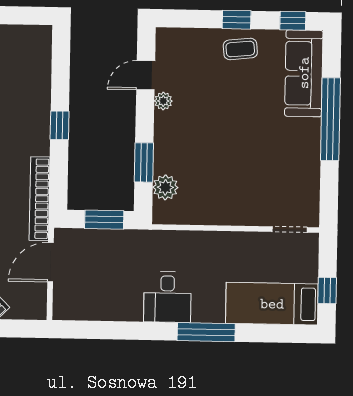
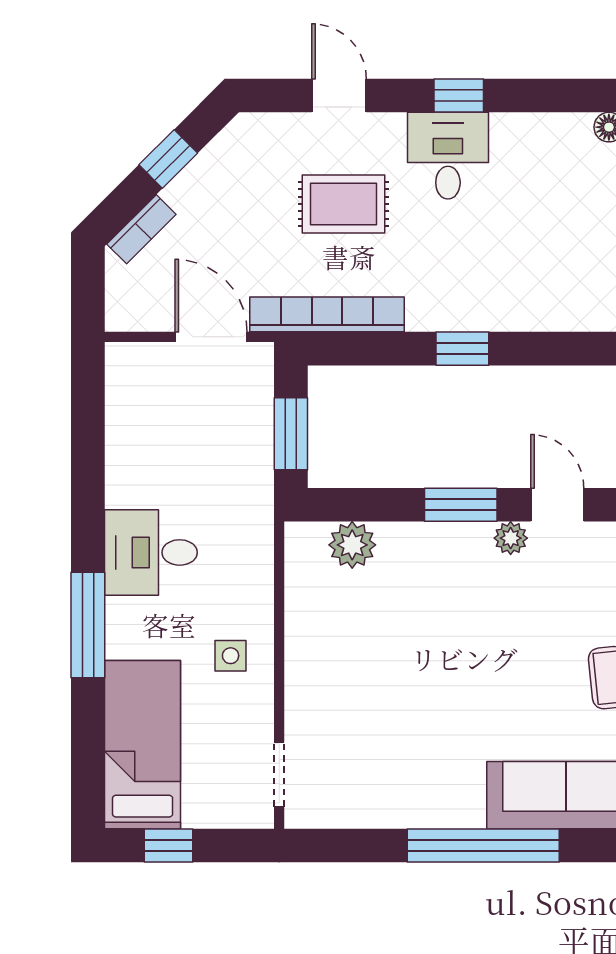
window: (144, 162) -> (461, 505), moved
side table: (224, 255) -> (231, 656), added

